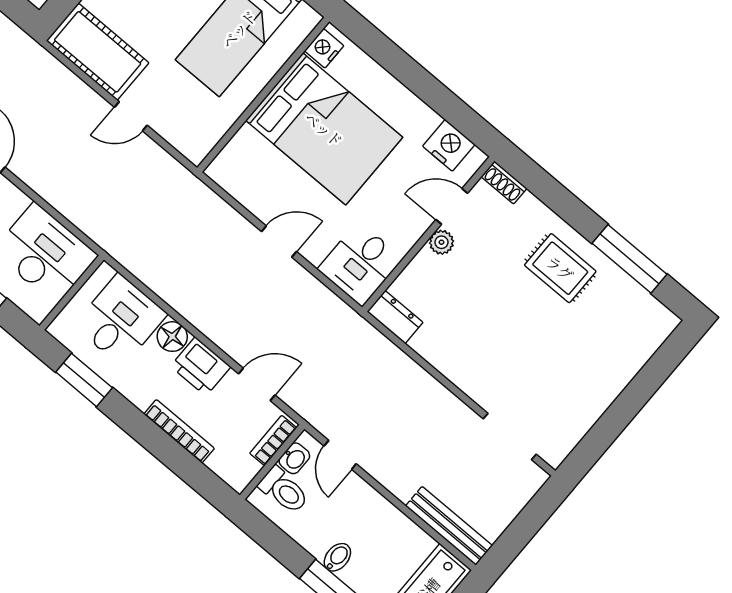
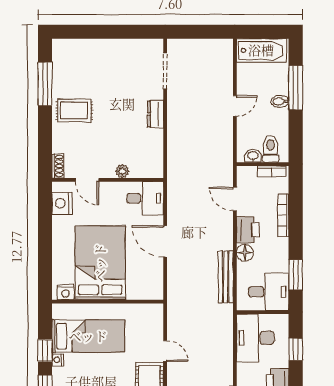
door: (279, 241) -> (165, 241), width x1.38
plant: (441, 242) -> (122, 171), moved
rug: (560, 268) -> (74, 111), turned 90
dresser: (395, 317) -> (155, 114), moved
desk: (120, 320) -> (269, 292), moved, turned 180
bookcase: (273, 440) -> (272, 171), moved
door: (340, 455) -> (235, 106), moved
bench: (449, 526) -> (226, 277), moved

